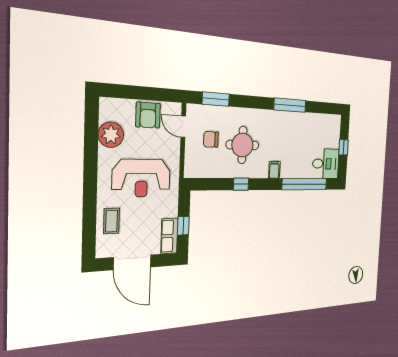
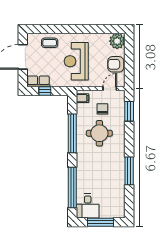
plant: (111, 135) -> (117, 41), moved
window: (344, 147) -> (101, 222), width x2.17
filing cabinet: (274, 170) -> (82, 98), moved
window: (241, 184) -> (72, 133), width x3.17

